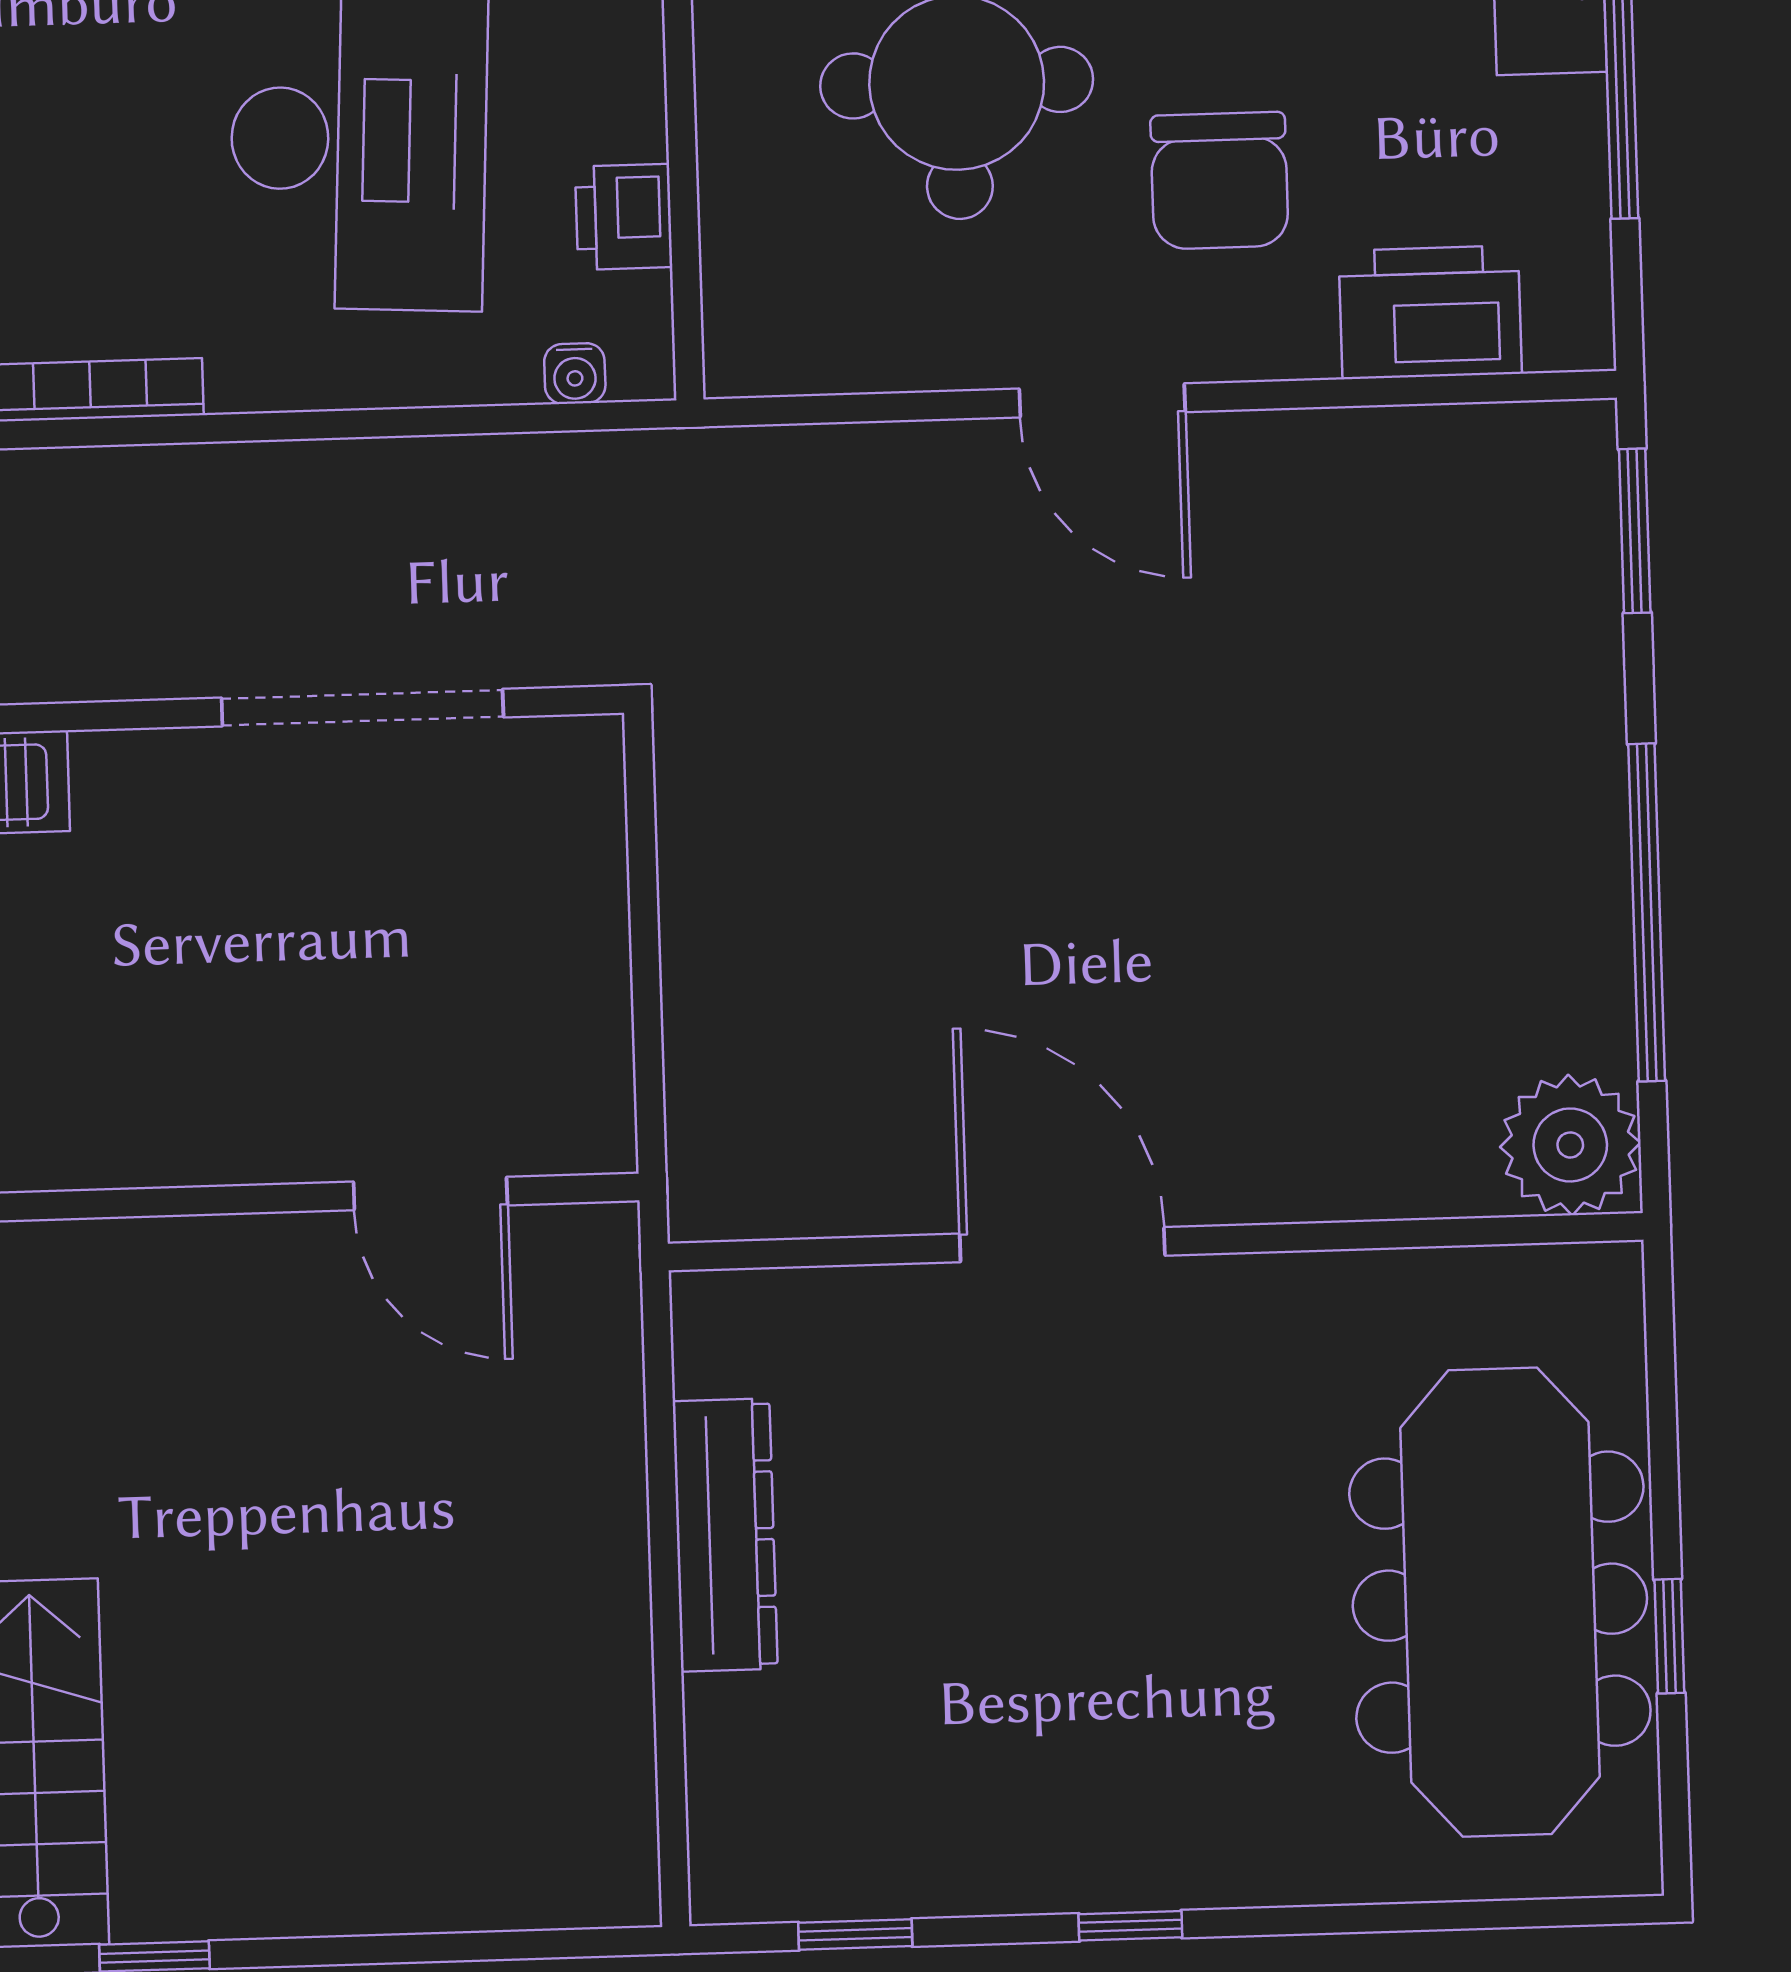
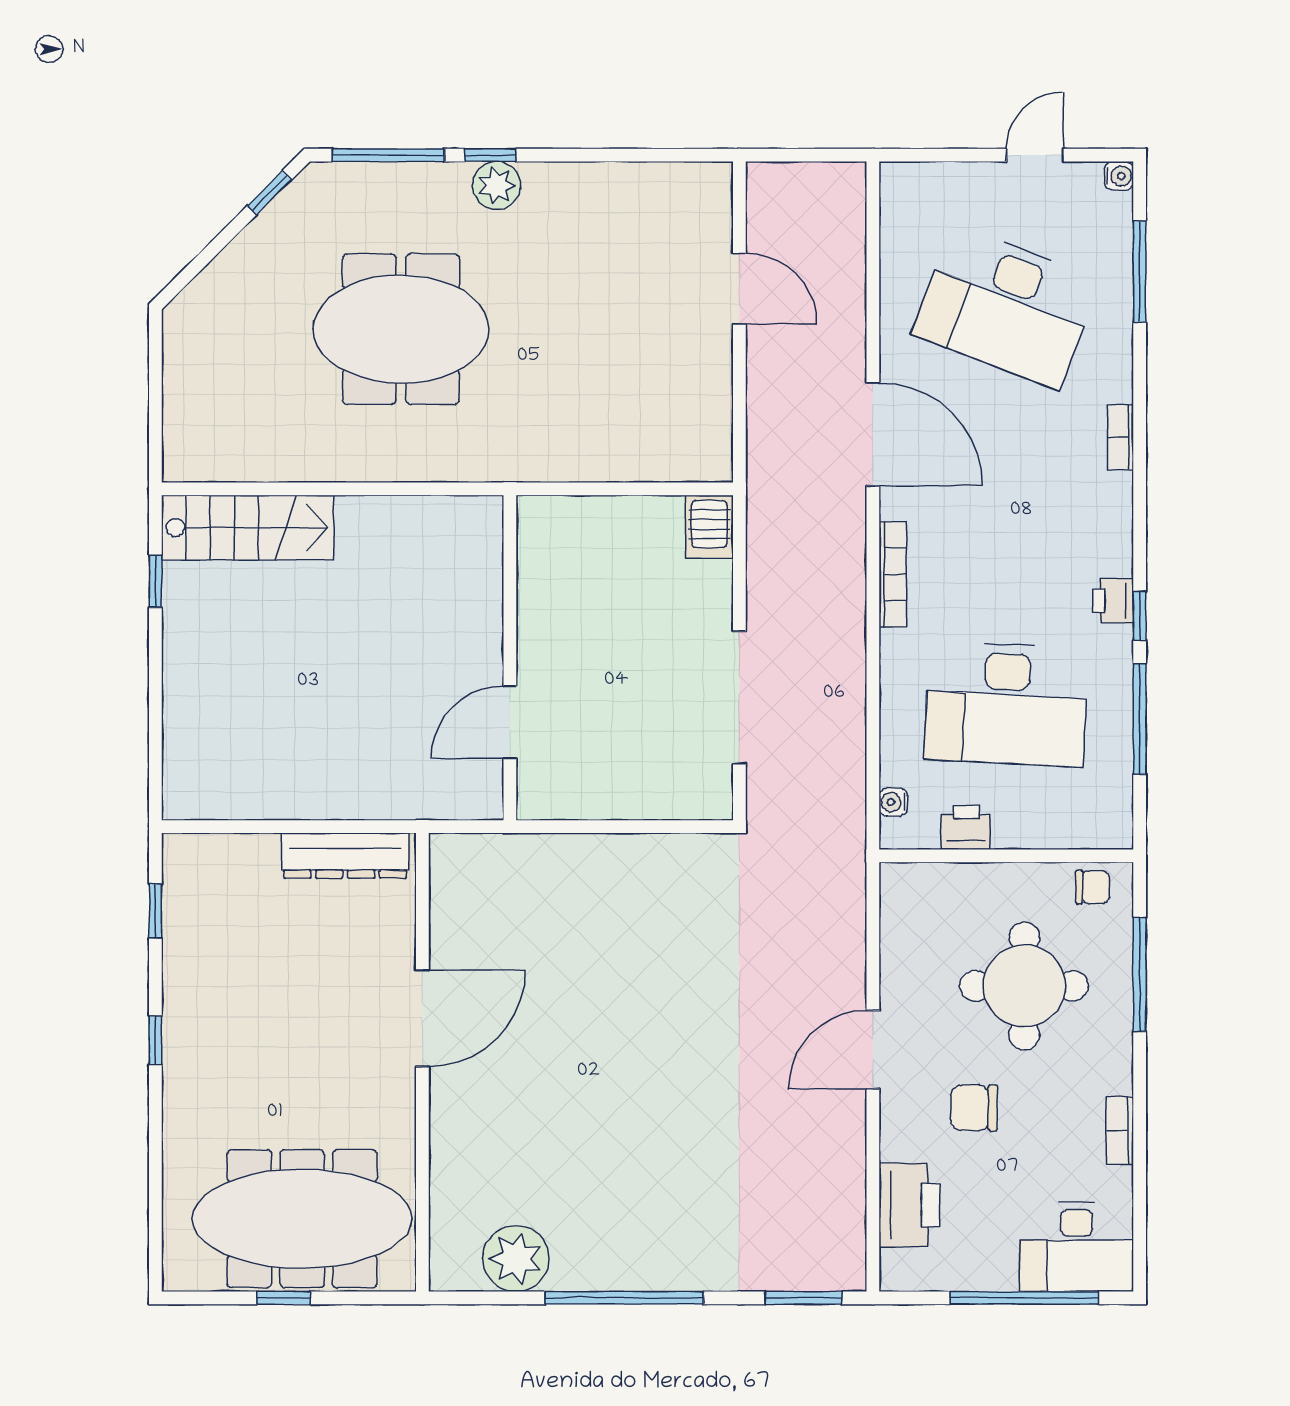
chair: (1219, 181) -> (974, 1108), width x0.73, depth x0.73
wall: (1156, 1242) -> (422, 1062), moved
door: (1062, 1245) -> (422, 1018), moved

